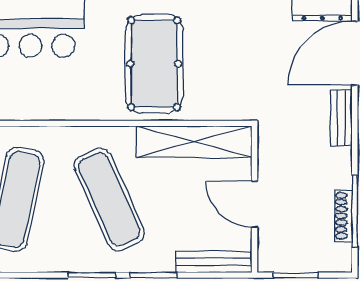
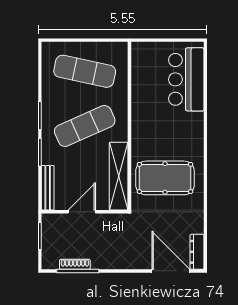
pool table: (154, 64) -> (165, 178), moved
bench: (341, 118) -> (133, 263), removed

